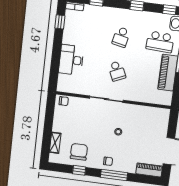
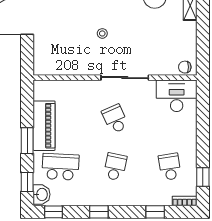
school desk: (82, 32) -> (170, 167), added
desk: (71, 60) -> (177, 96), moved, turned -90

